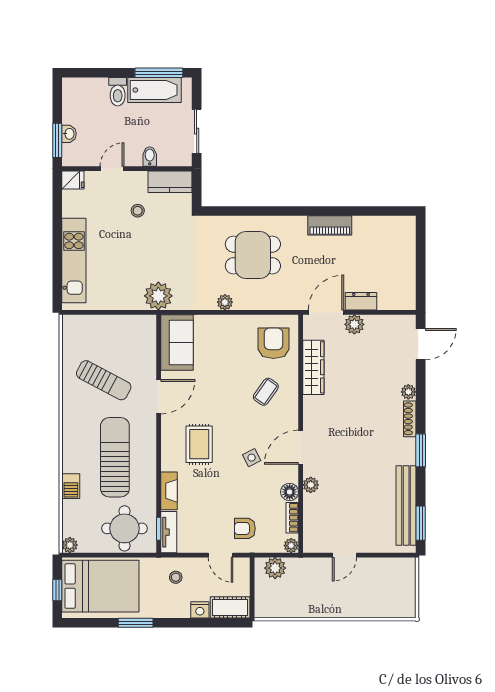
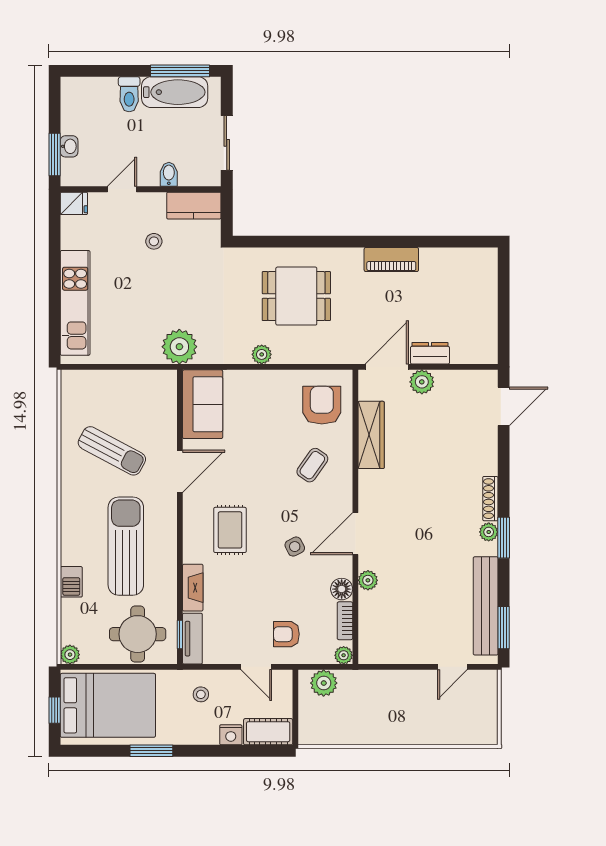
plant: (408, 392) -> (489, 532), moved
door: (344, 555) -> (452, 667), moved

